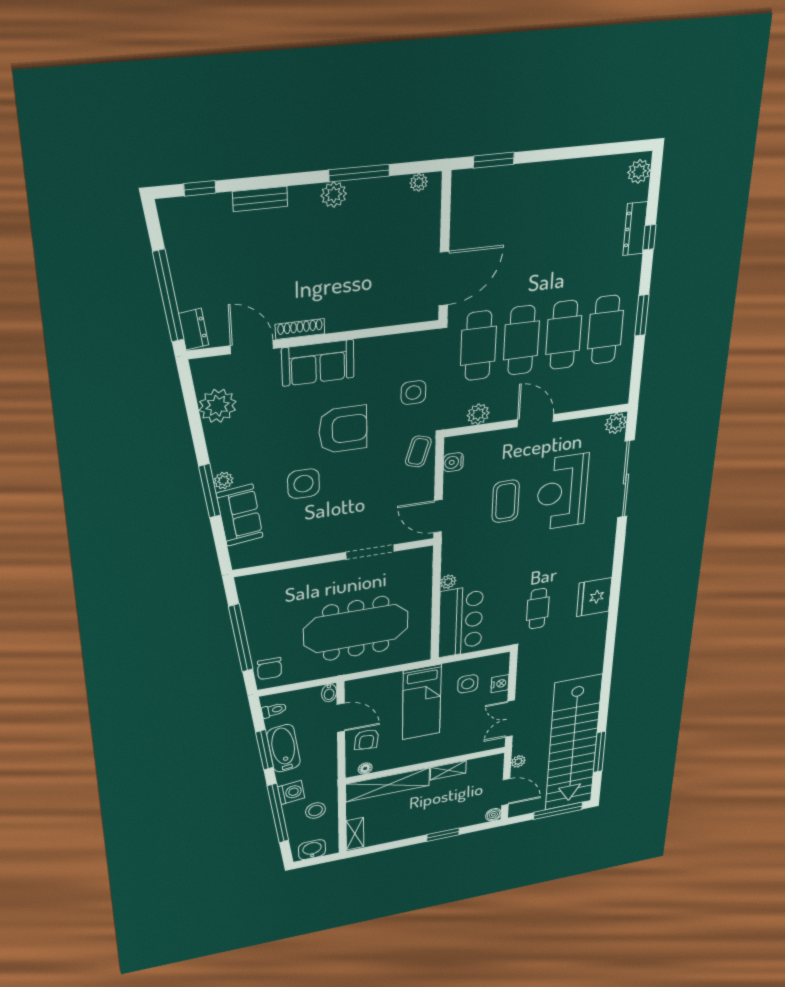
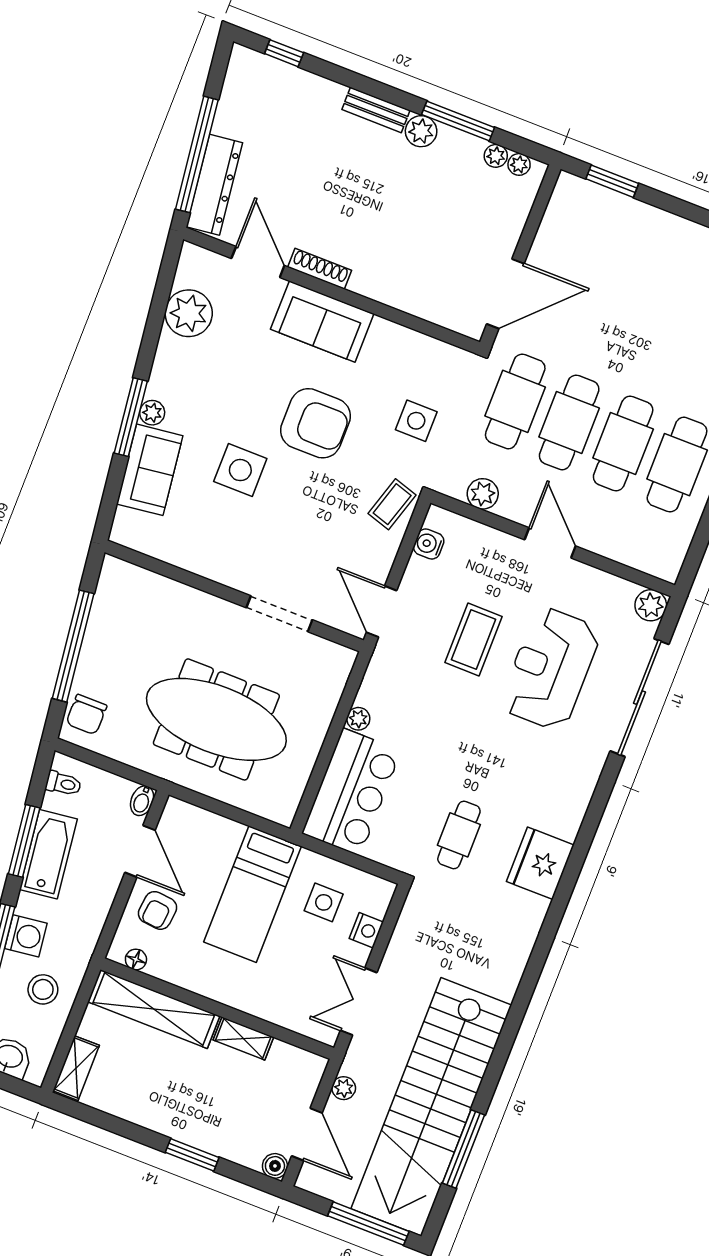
plant: (399, 185) -> (496, 156), added
bench: (260, 199) -> (376, 110), moved
dresser: (194, 329) -> (214, 185), width x1.96, depth x1.24

